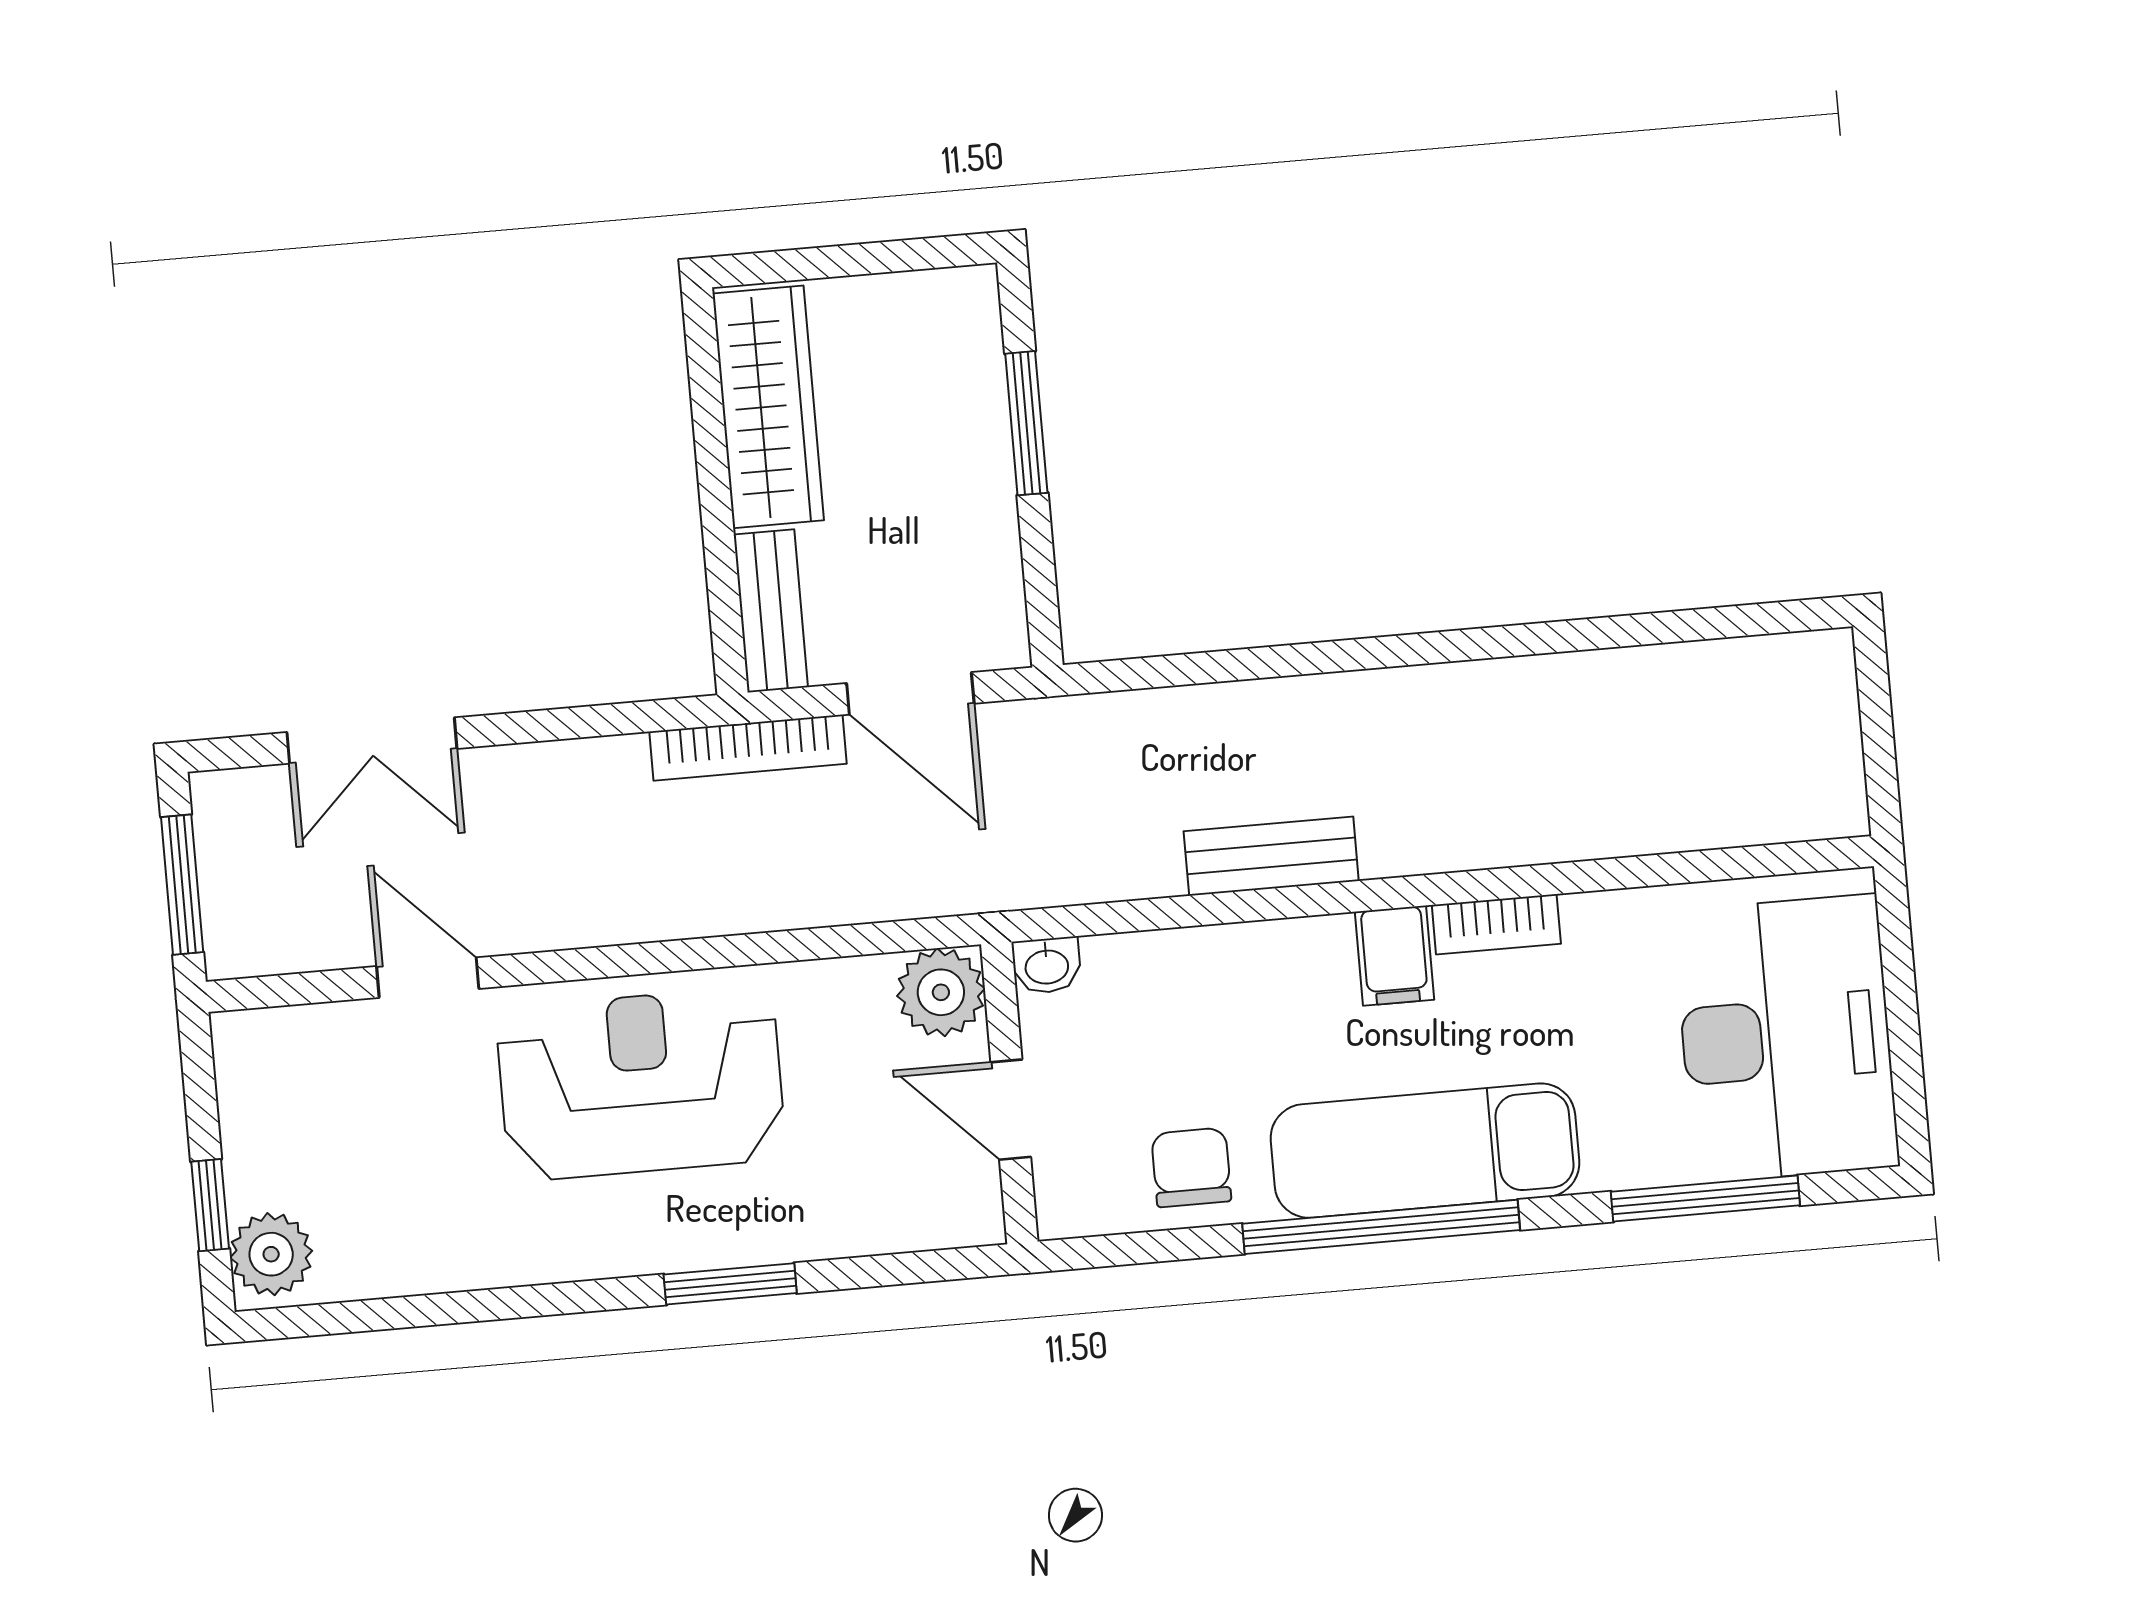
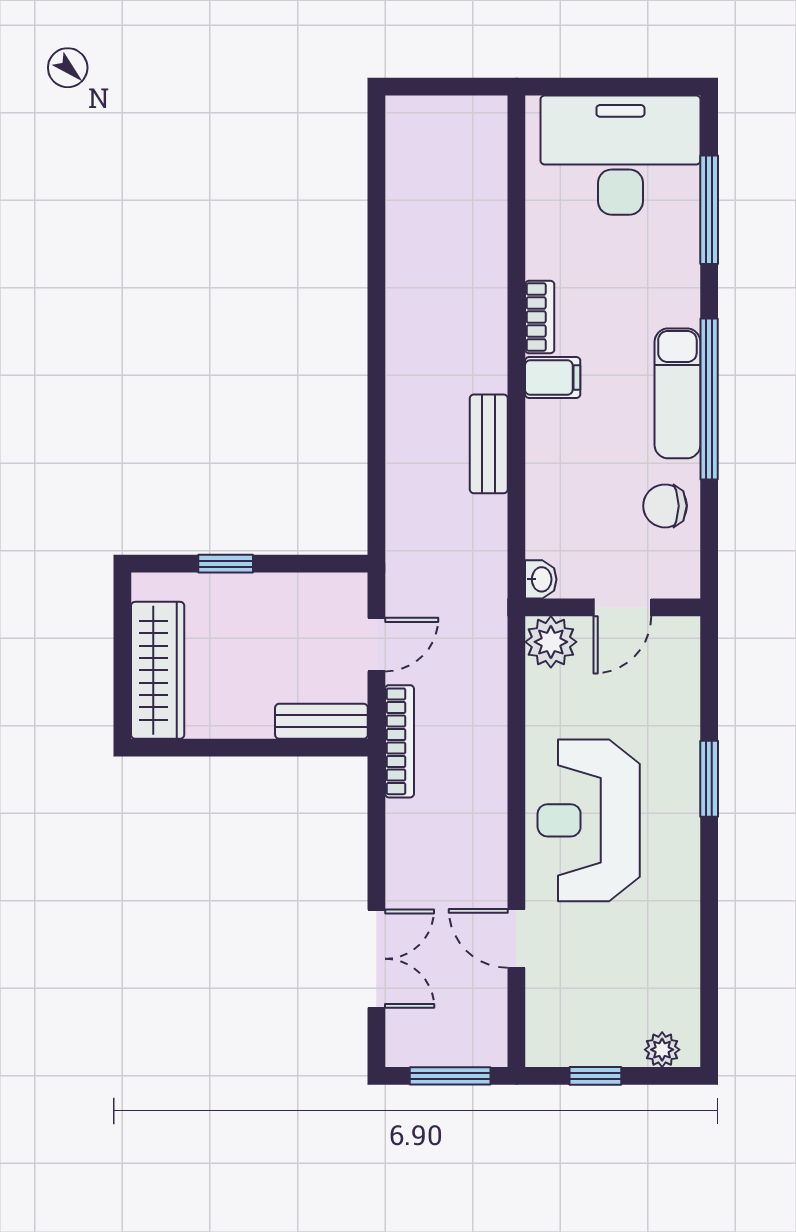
wardrobe: (768, 407) -> (158, 670), moved, turned 90
window: (1026, 423) -> (226, 564), width x0.67
door: (910, 693) -> (376, 645), width x0.73
door: (428, 978) -> (516, 938), hinge flipped
exam couch: (1425, 1151) -> (677, 393), width x0.73, depth x0.69
window: (210, 1205) -> (595, 1076), moved
plant: (271, 1254) -> (662, 1050), width x0.73, depth x0.73

